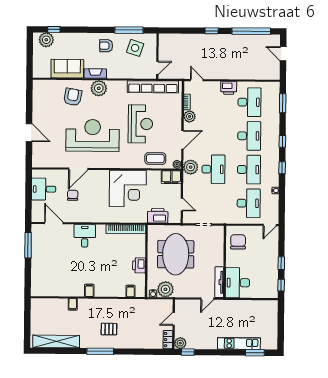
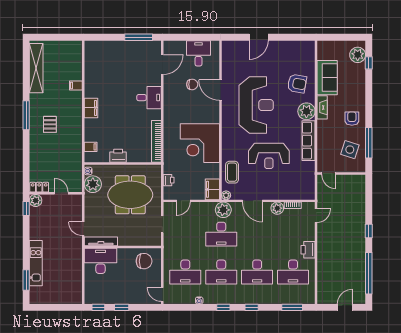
row of seats: (153, 87) -> (308, 141), moved, width x0.73
printer: (158, 216) -> (169, 180), width x0.53, depth x0.68
filing cabinet: (89, 290) -> (91, 108), width x2.00

